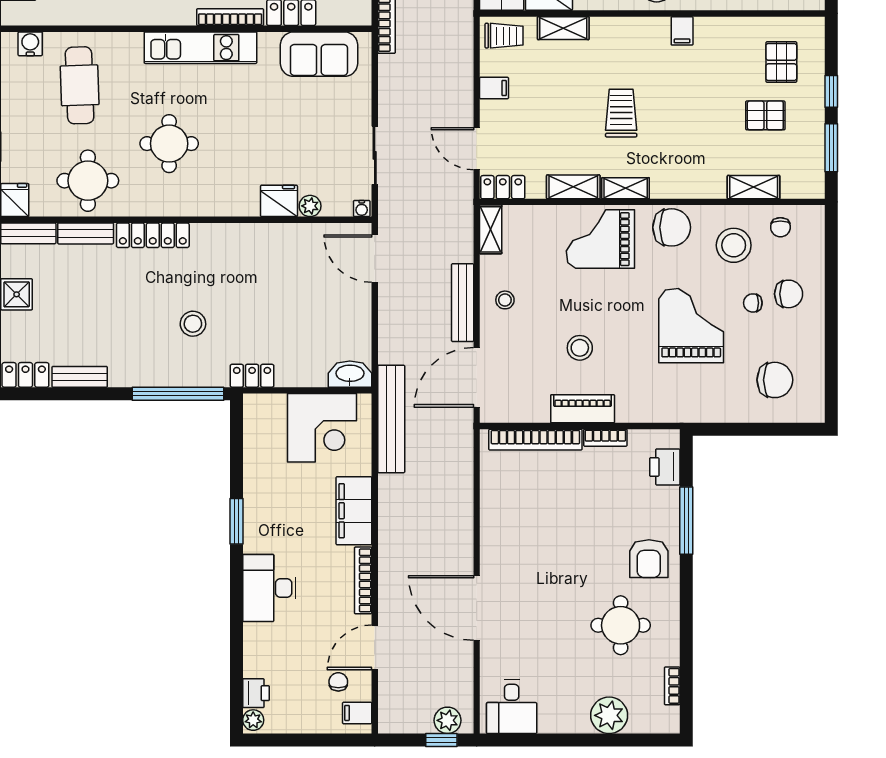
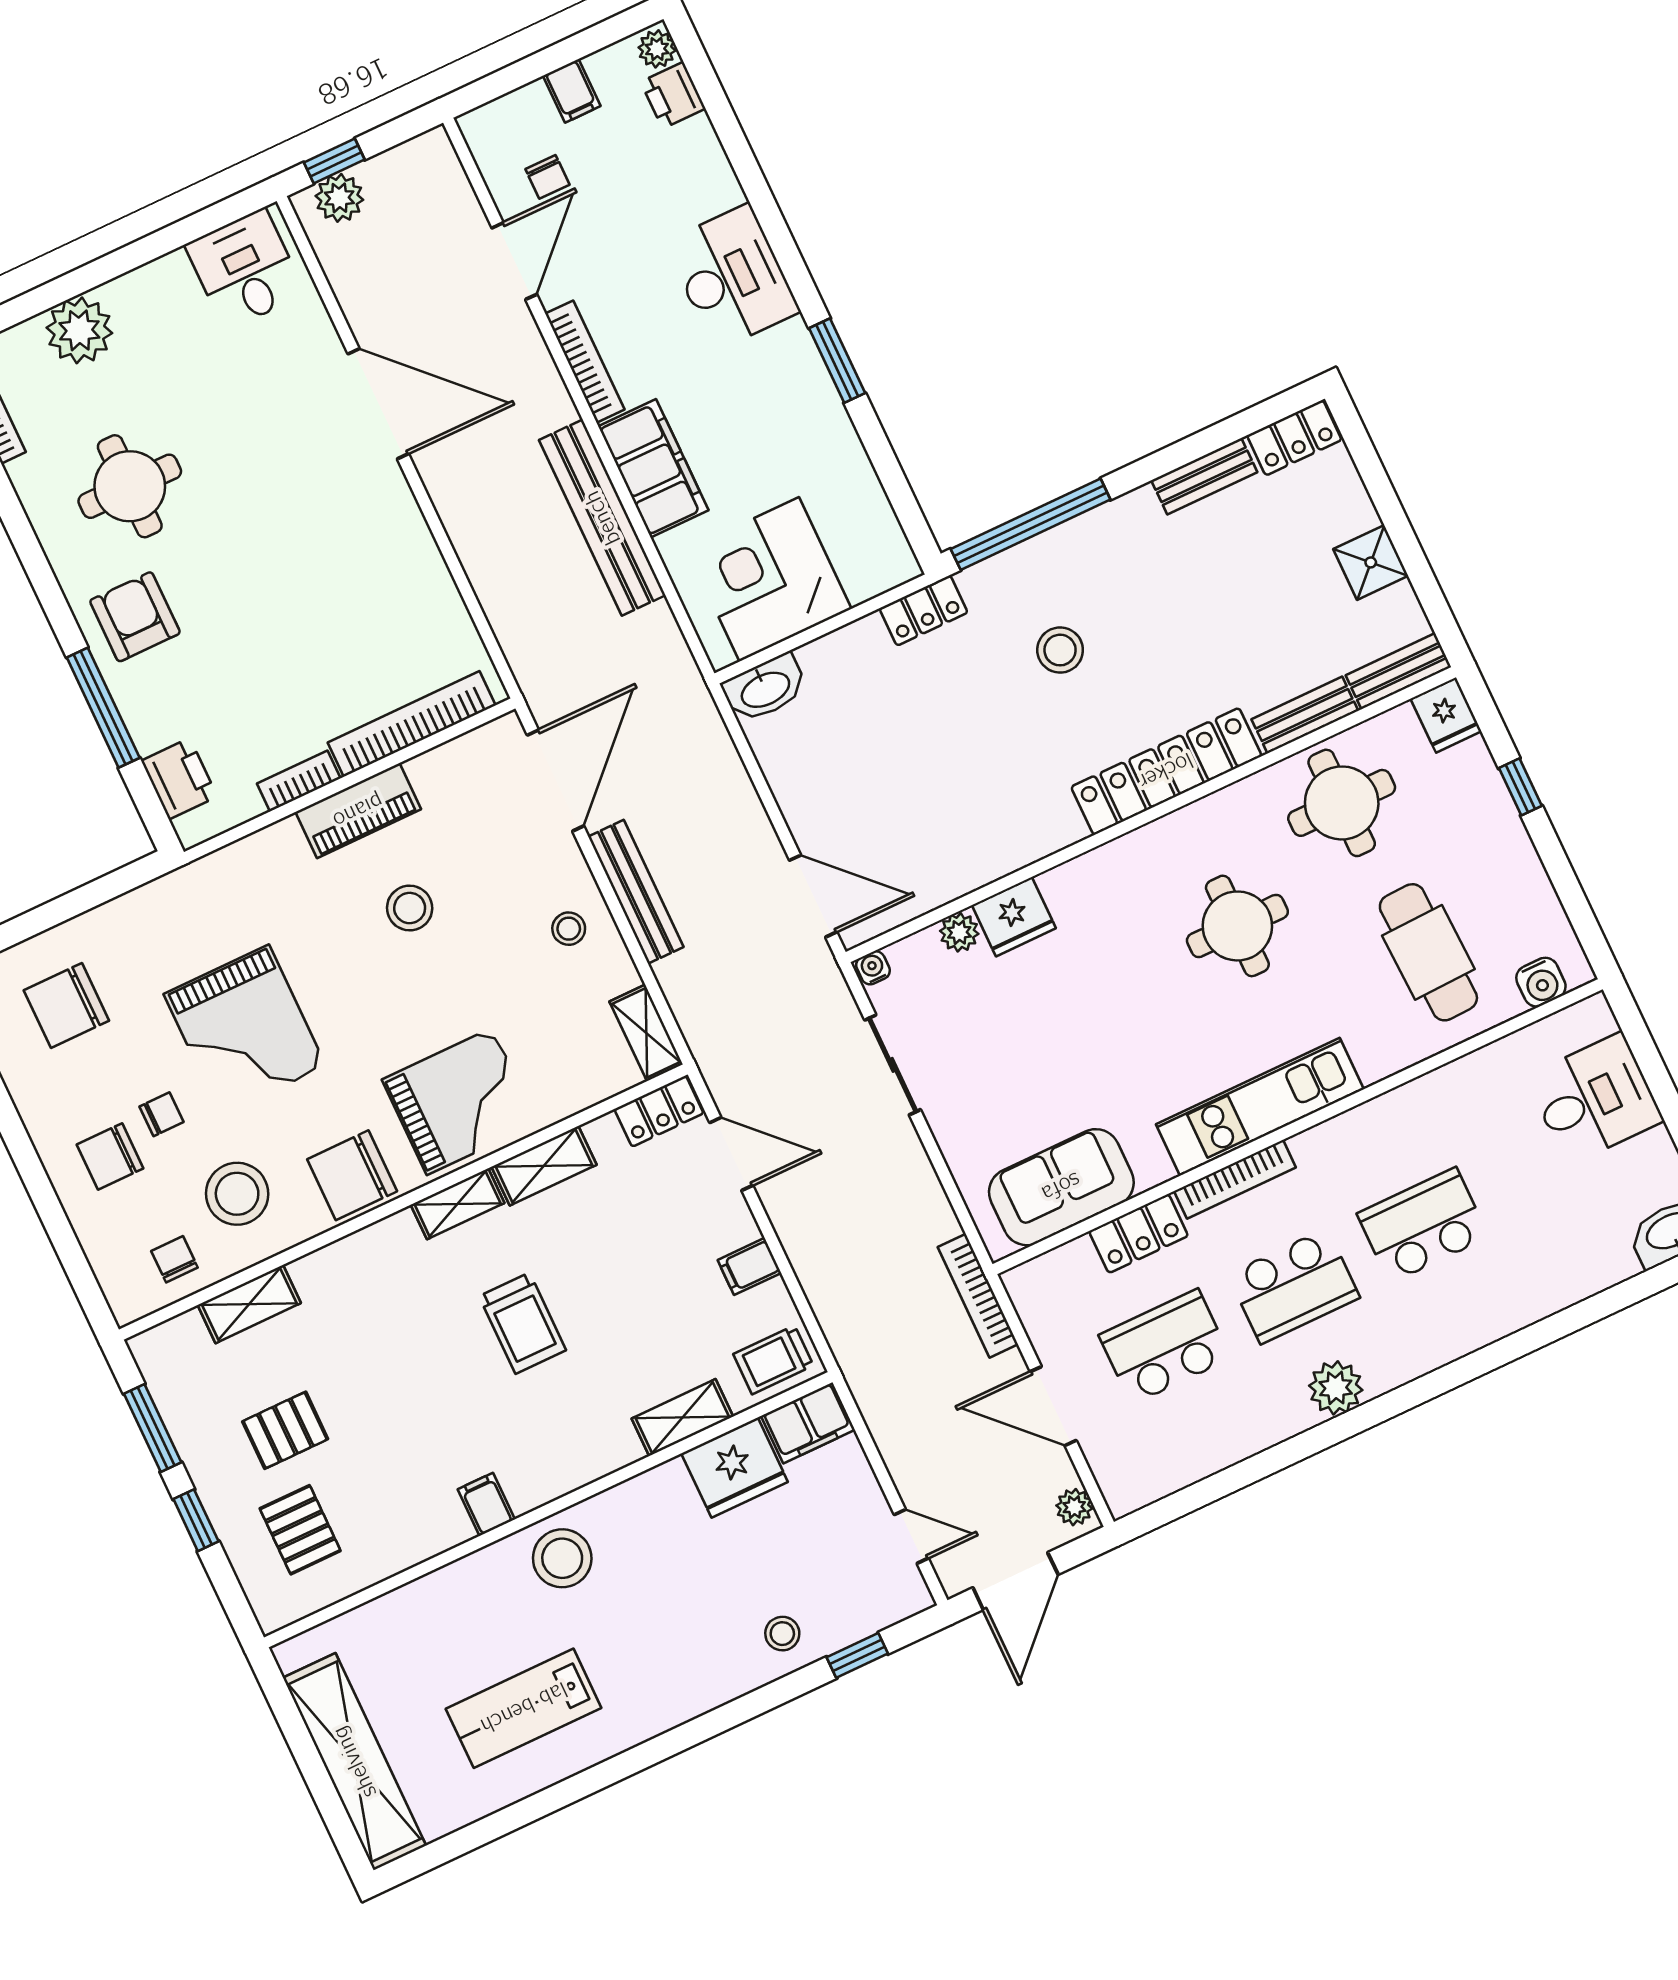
locker: (153, 235) -> (1166, 771), width x1.41, depth x1.21
bench: (391, 419) -> (602, 518), moved
filing cabinet: (357, 713) -> (572, 91), moved, turned 90

